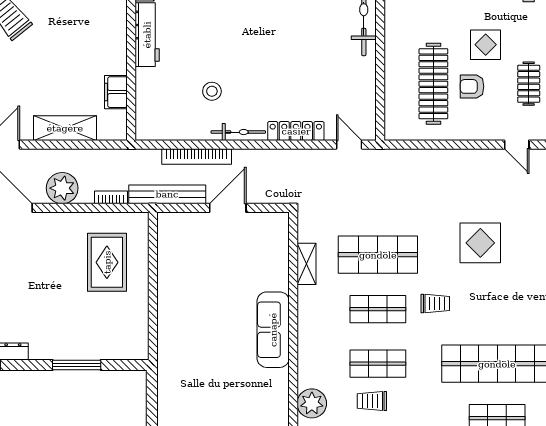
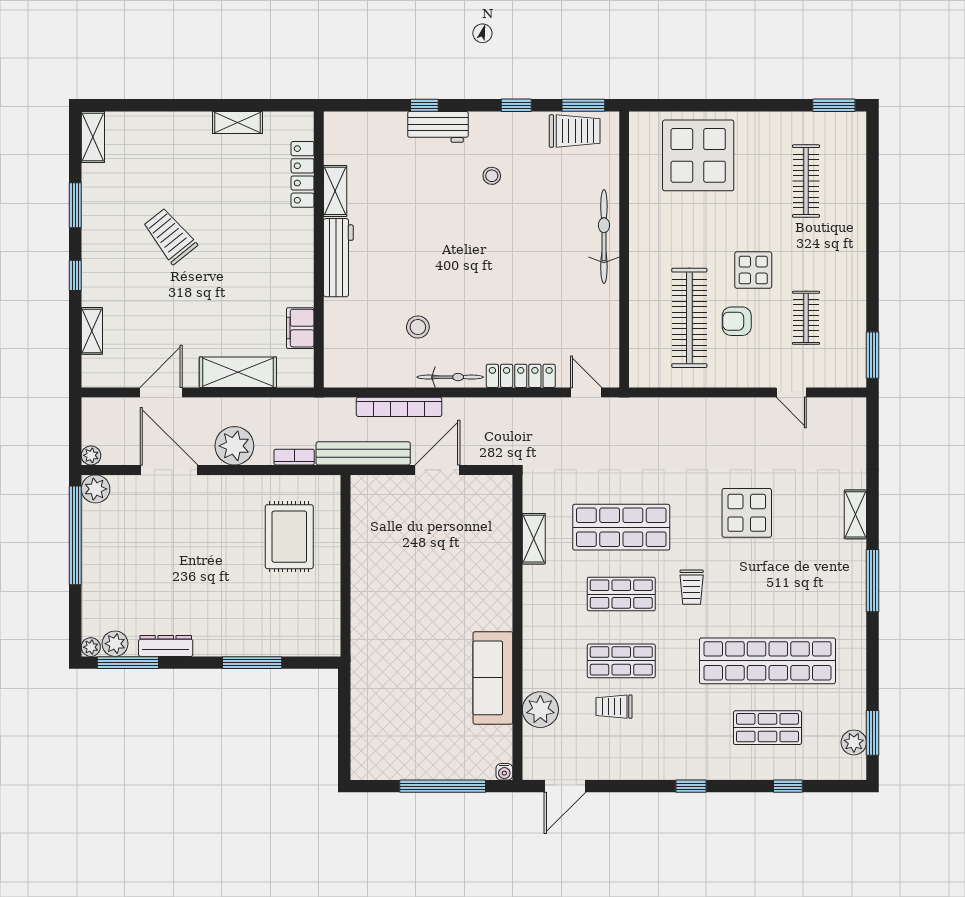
trolley: (435, 304) -> (692, 587), turned 90
sofa: (273, 330) -> (493, 678), moved

